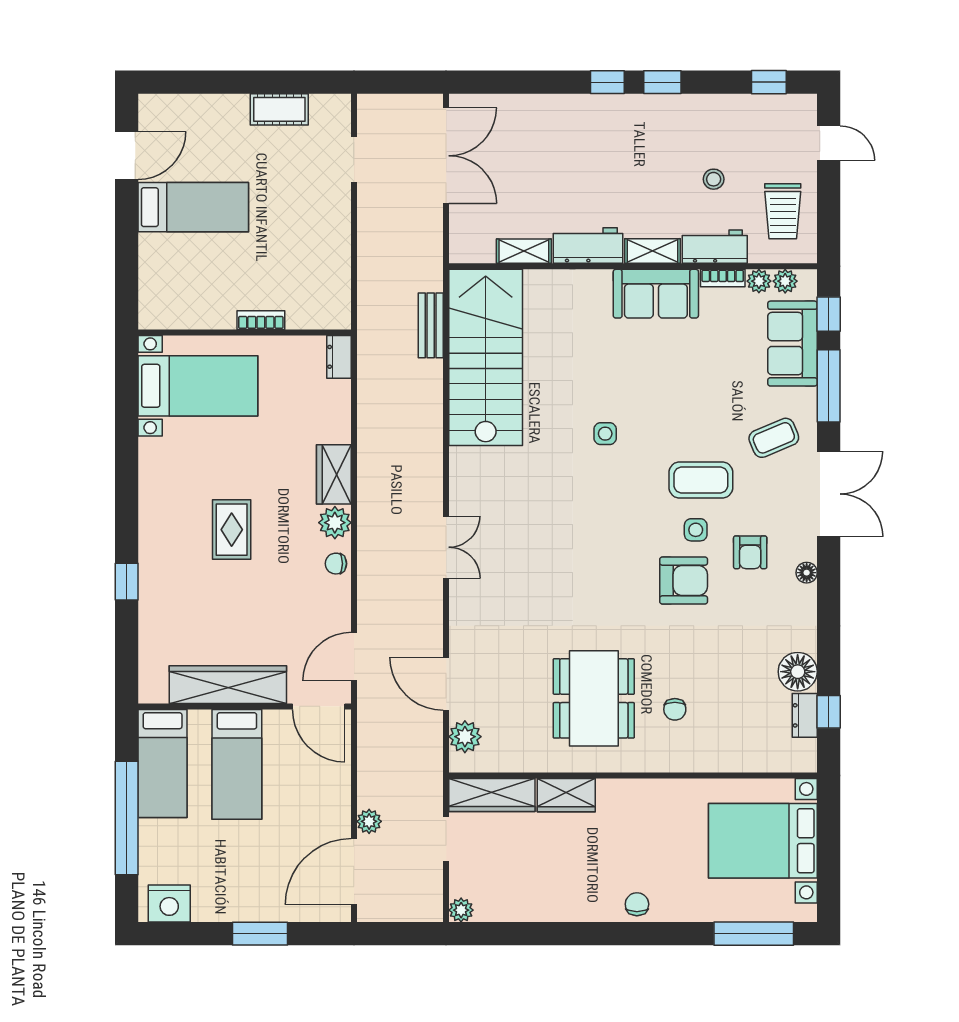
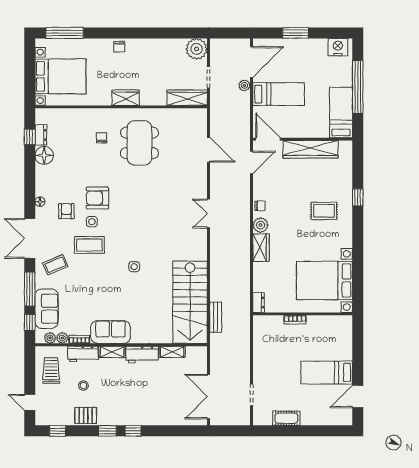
pallet: (709, 115) -> (86, 415), added
bed with nightstands: (198, 386) -> (324, 280), width x1.36
rug: (232, 530) -> (324, 211), moved, turned 90
plant: (465, 737) -> (200, 125), removed
bed: (237, 764) -> (279, 94), moved, turned 90
wardrobe: (566, 795) -> (126, 98), moved
plant: (461, 910) -> (197, 49), width x1.88, depth x1.88

